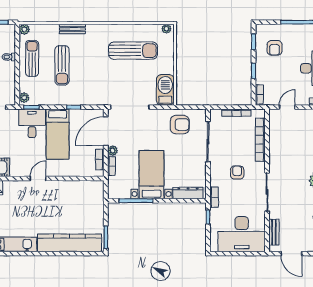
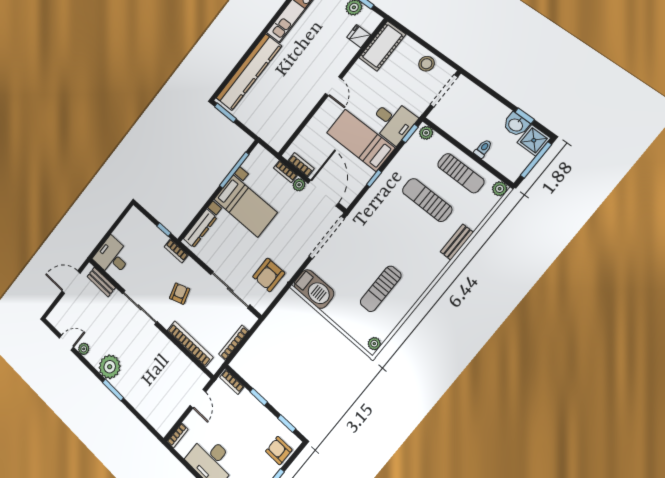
armchair: (274, 48) -> (279, 451), moved
sun lounger: (133, 51) -> (381, 289), width x0.73, depth x0.75
armchair: (237, 173) -> (180, 294), turned -108
desk: (242, 234) -> (112, 257), width x0.53, depth x0.77

